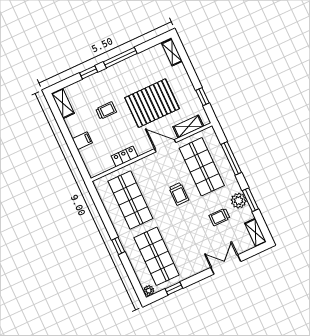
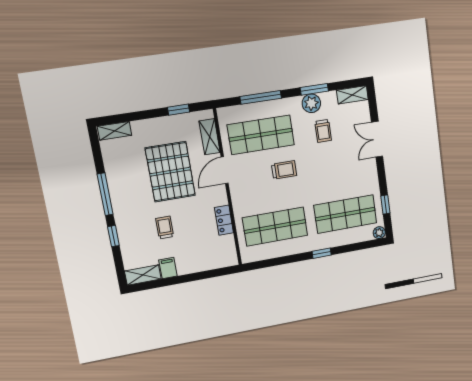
filing cabinet: (82, 141) -> (168, 268), moved

